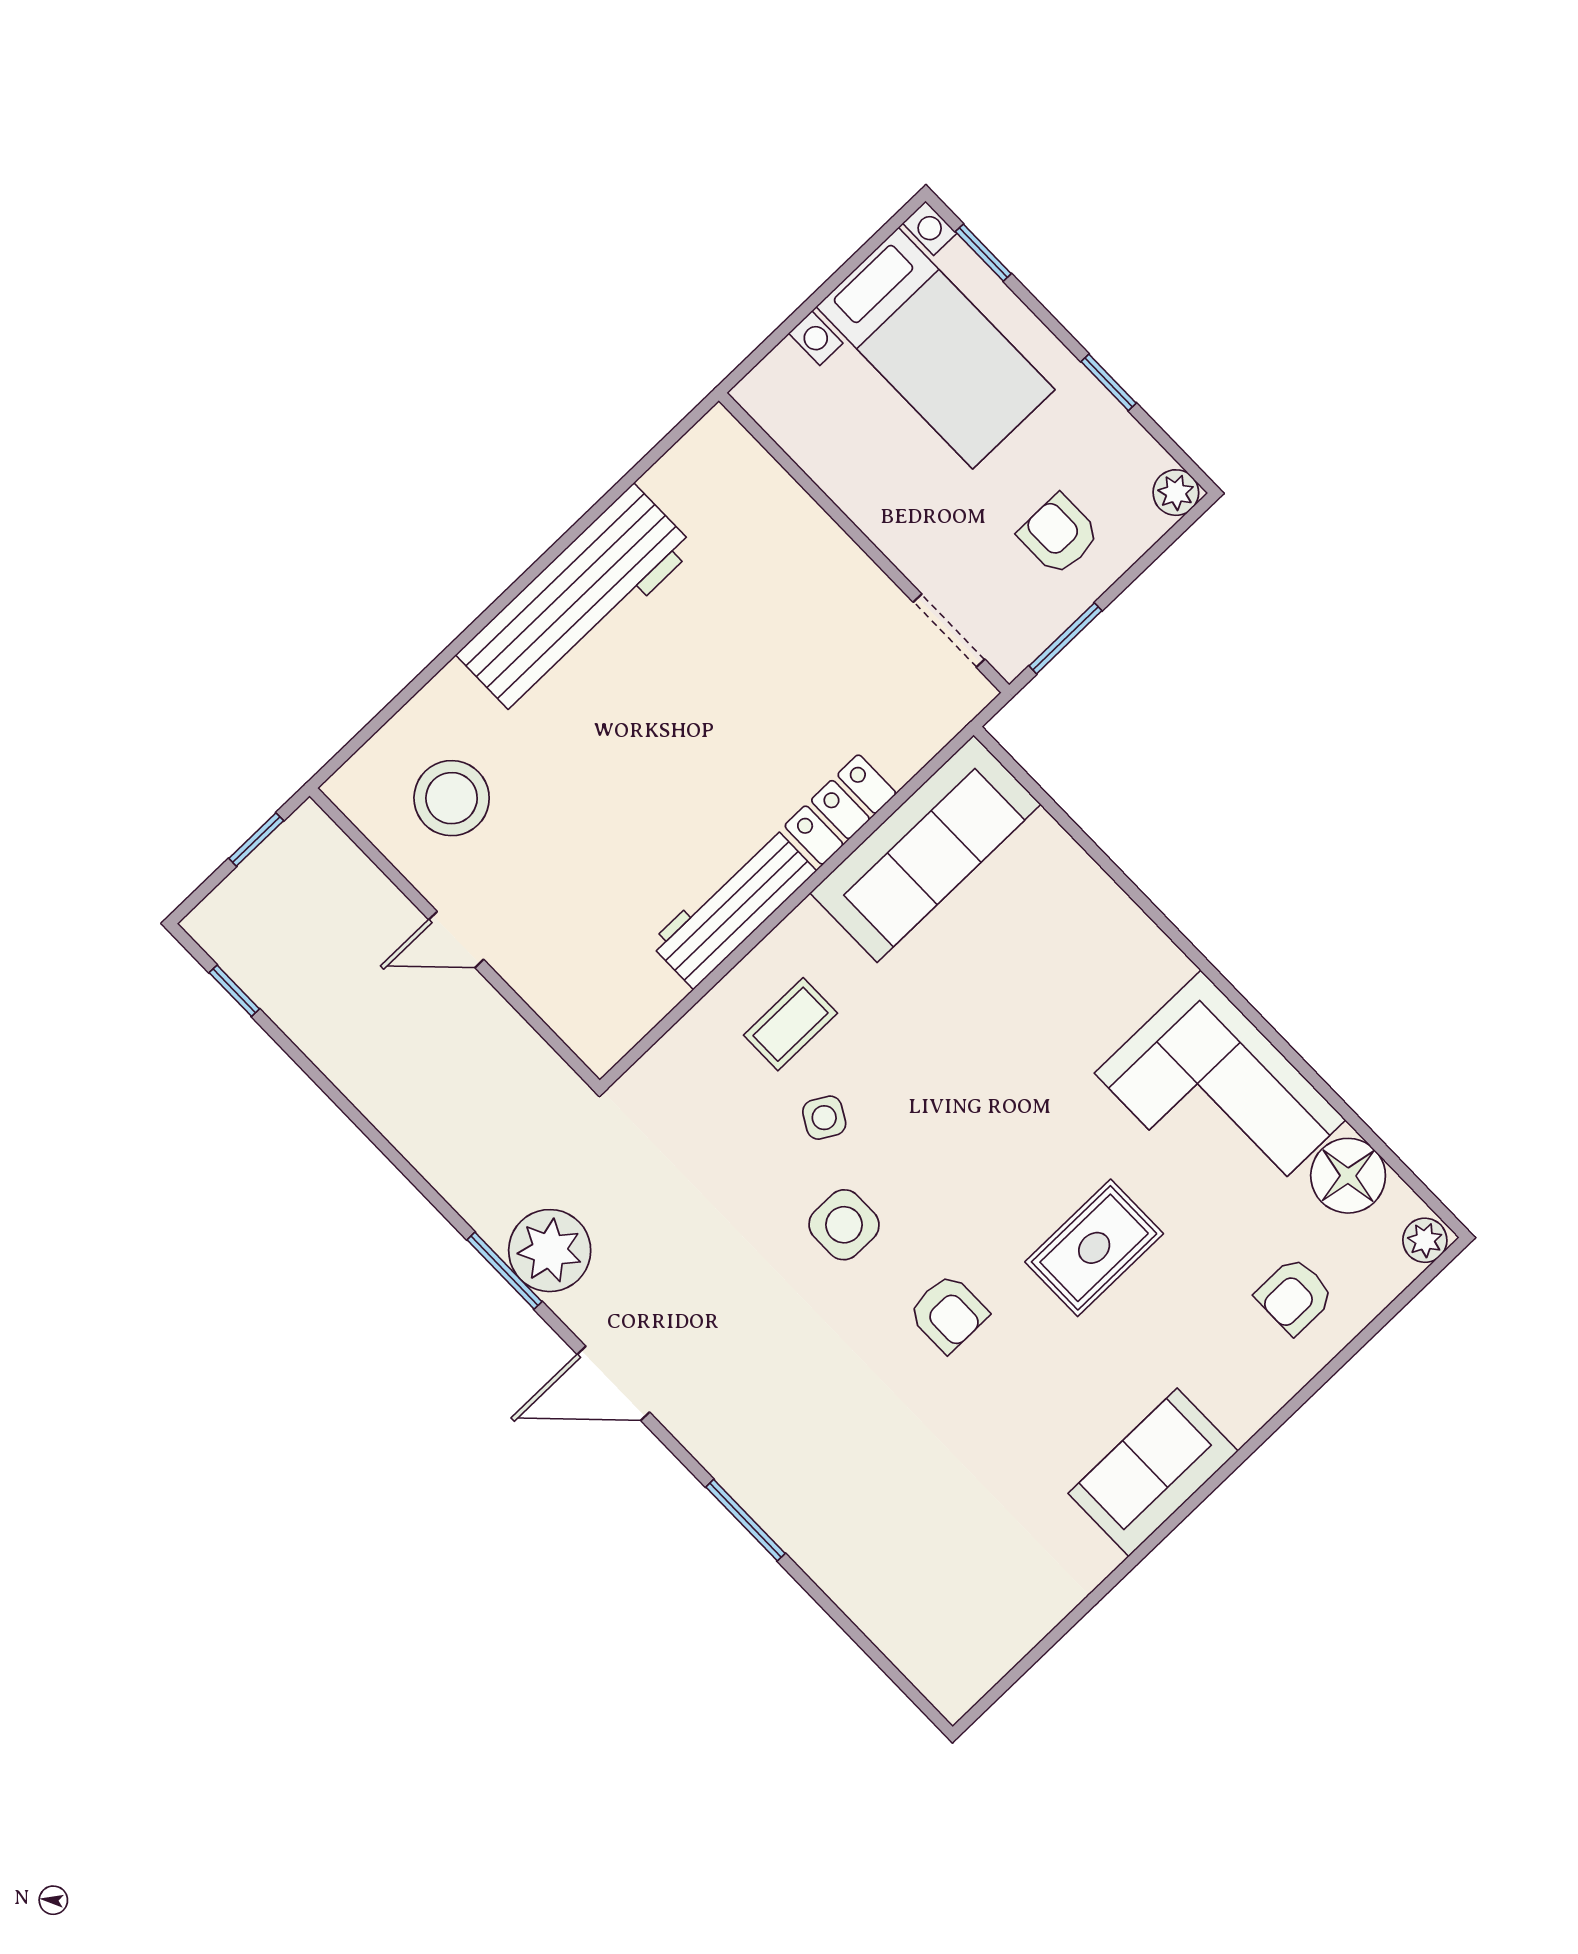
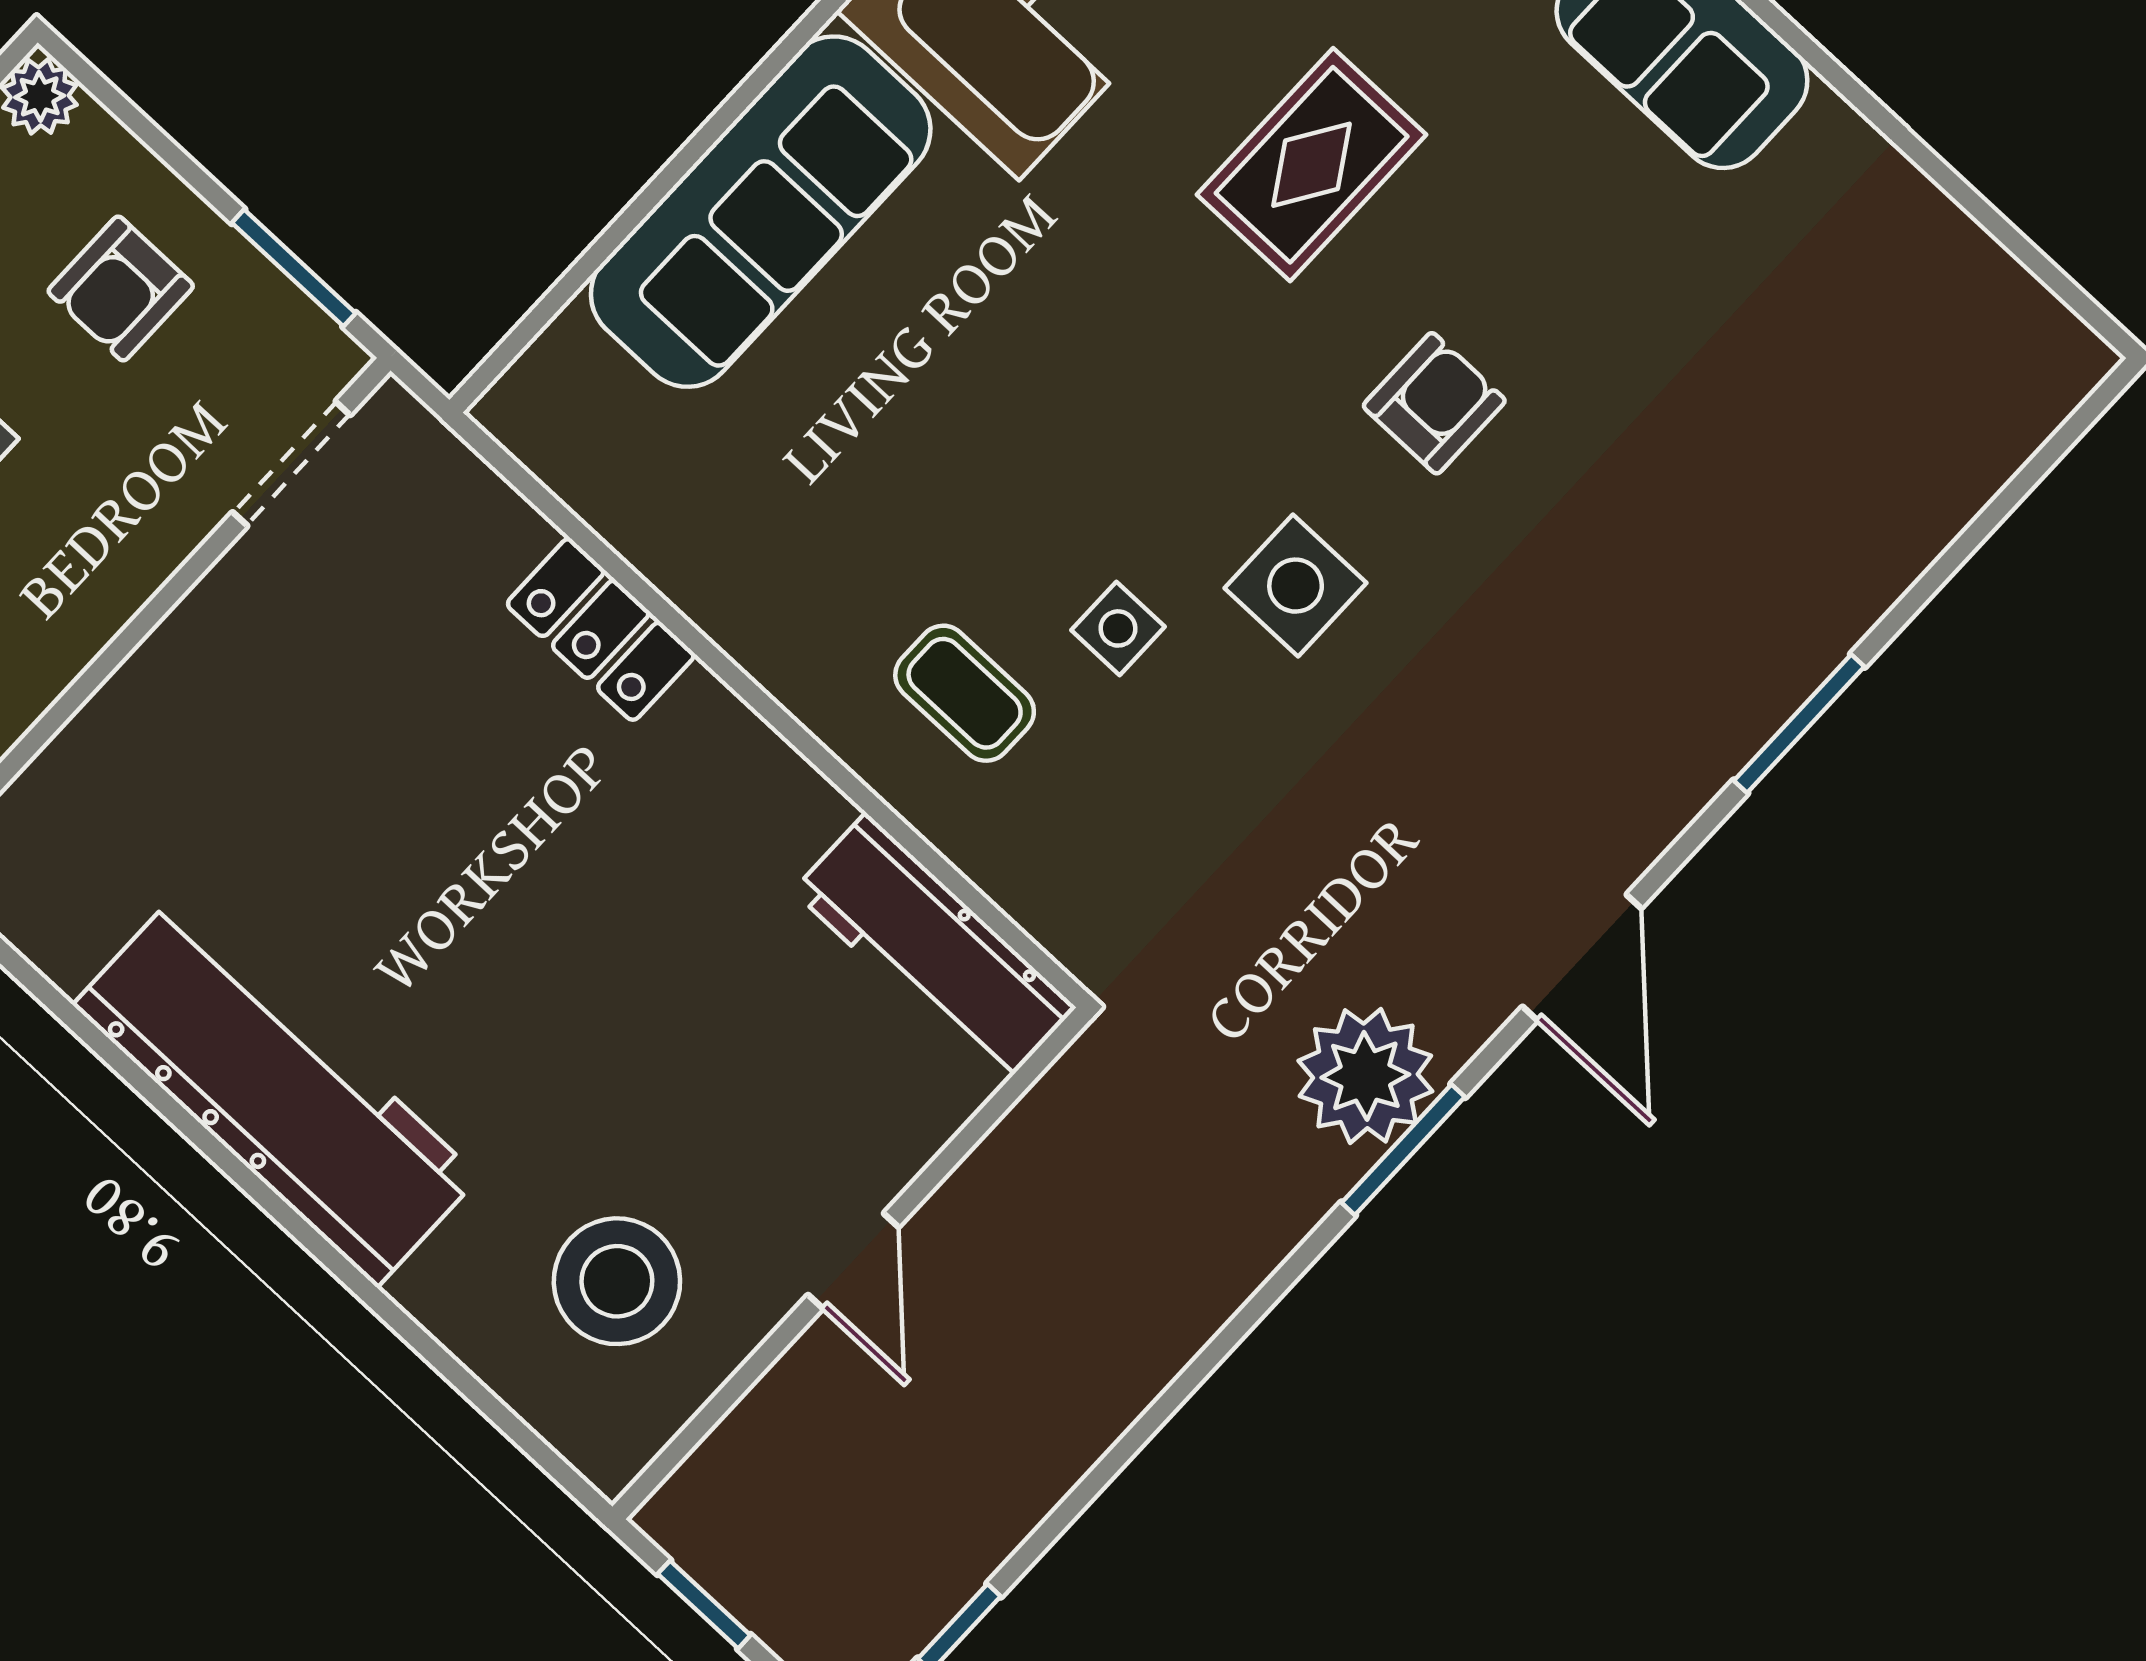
sofa: (925, 849) -> (761, 212), moved, turned 90
workbench: (733, 907) -> (934, 949), moved
side table: (824, 1118) -> (1118, 628), turned -30
rug: (1094, 1248) -> (1312, 165), turned 90

